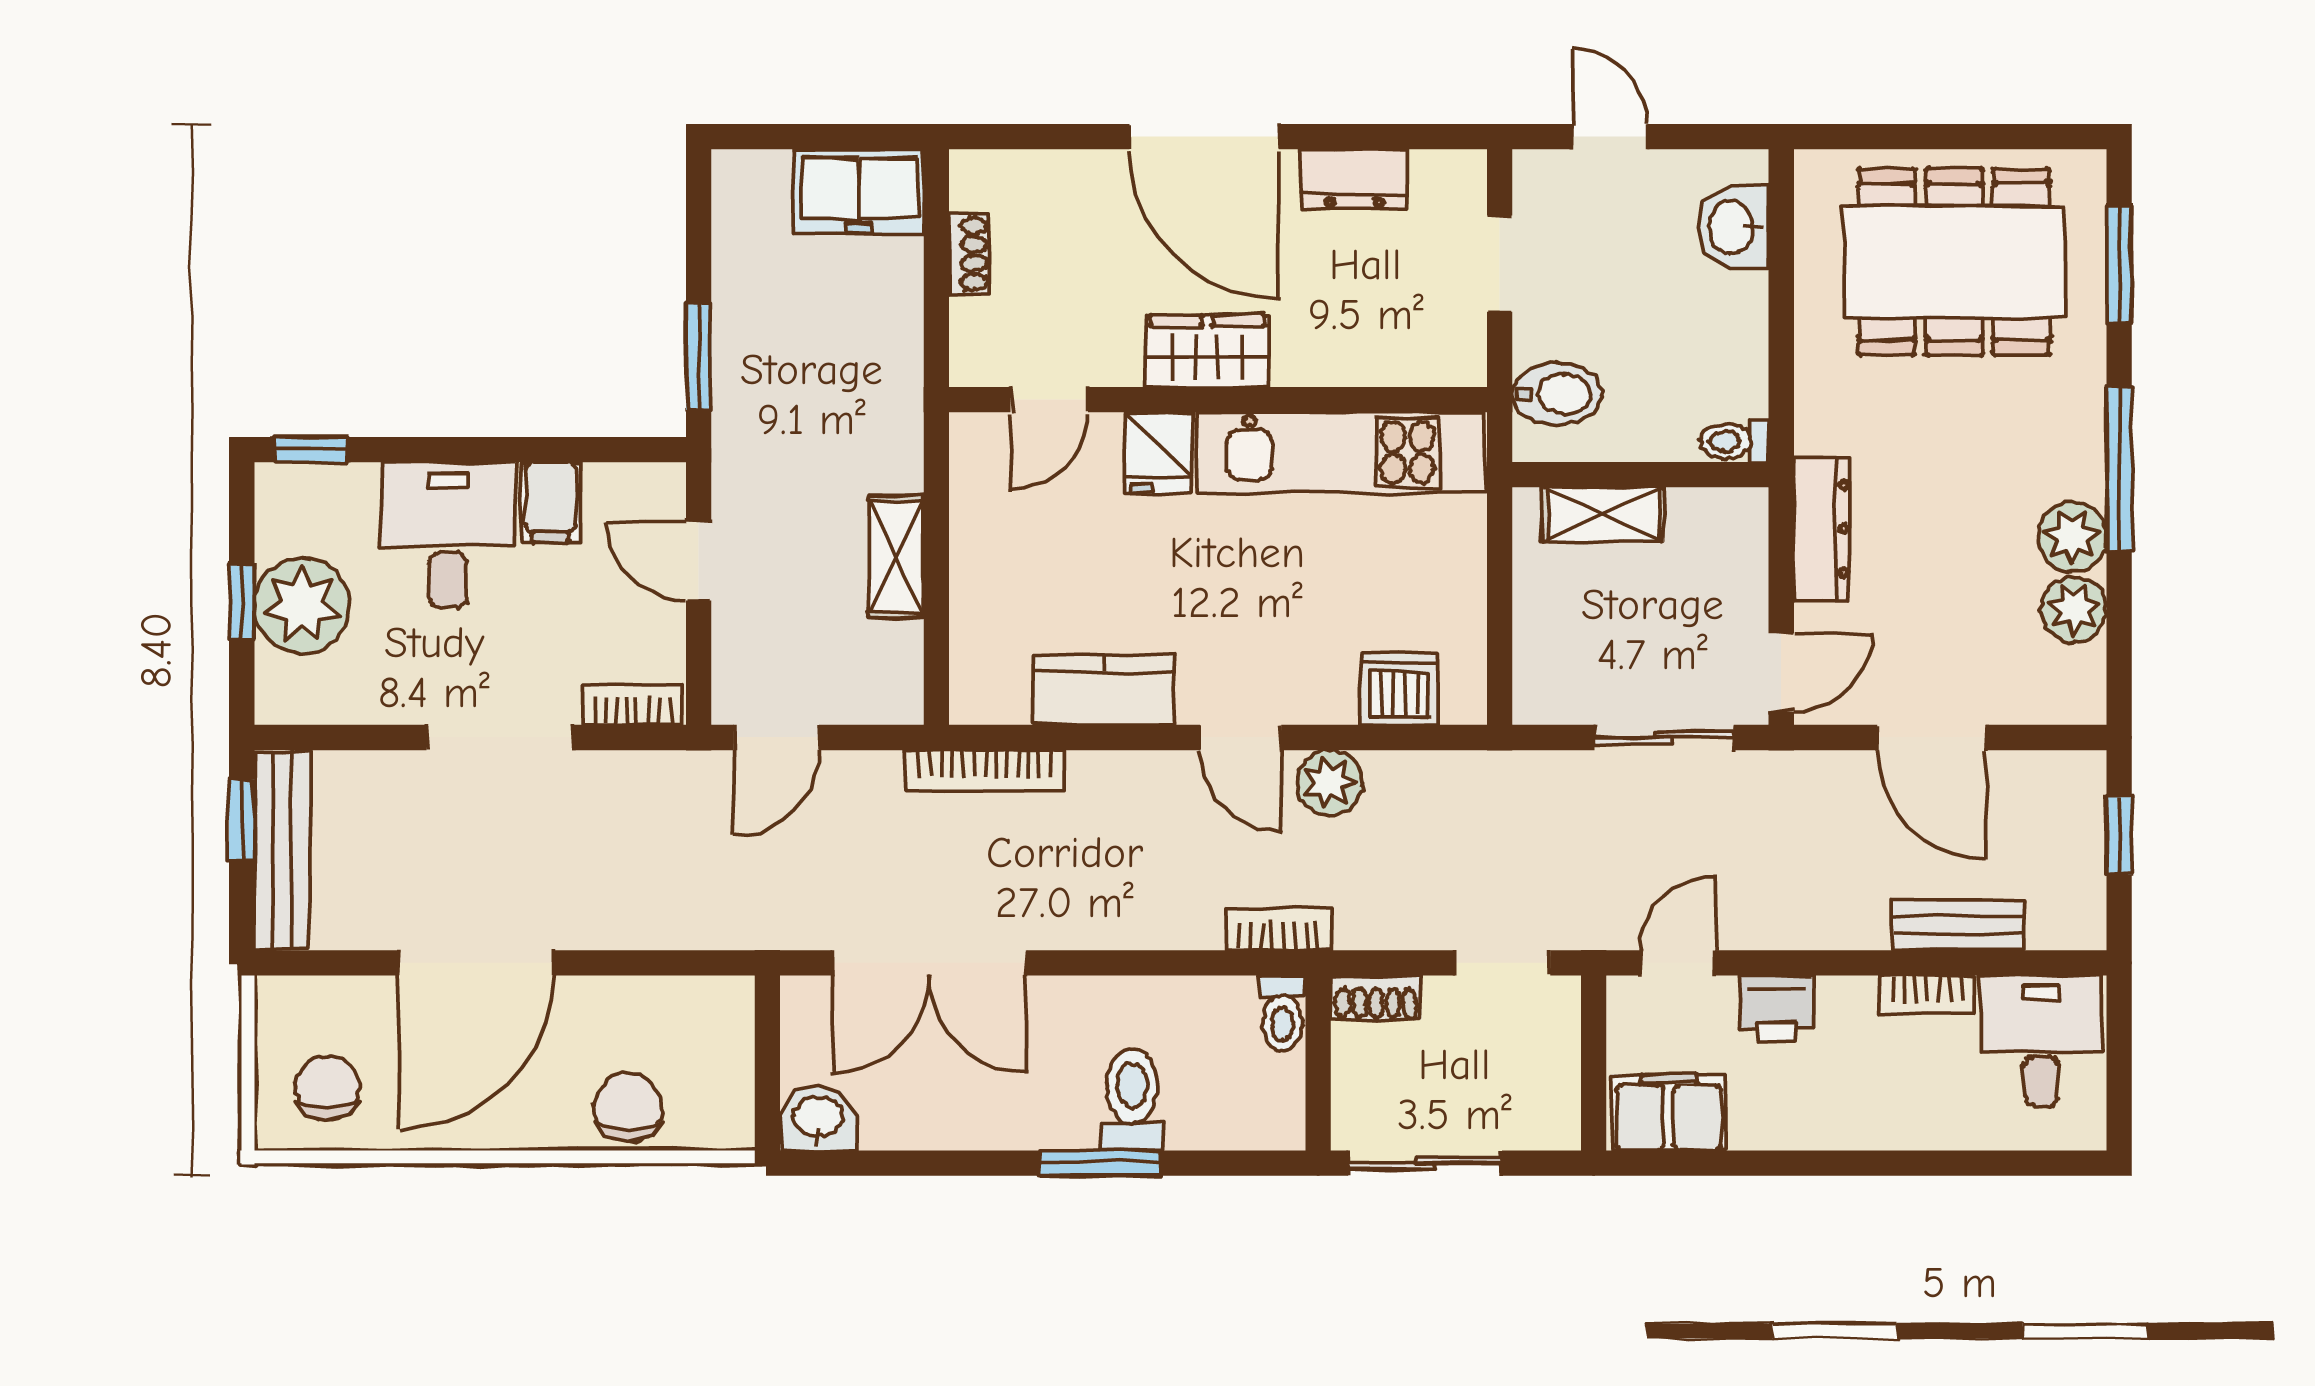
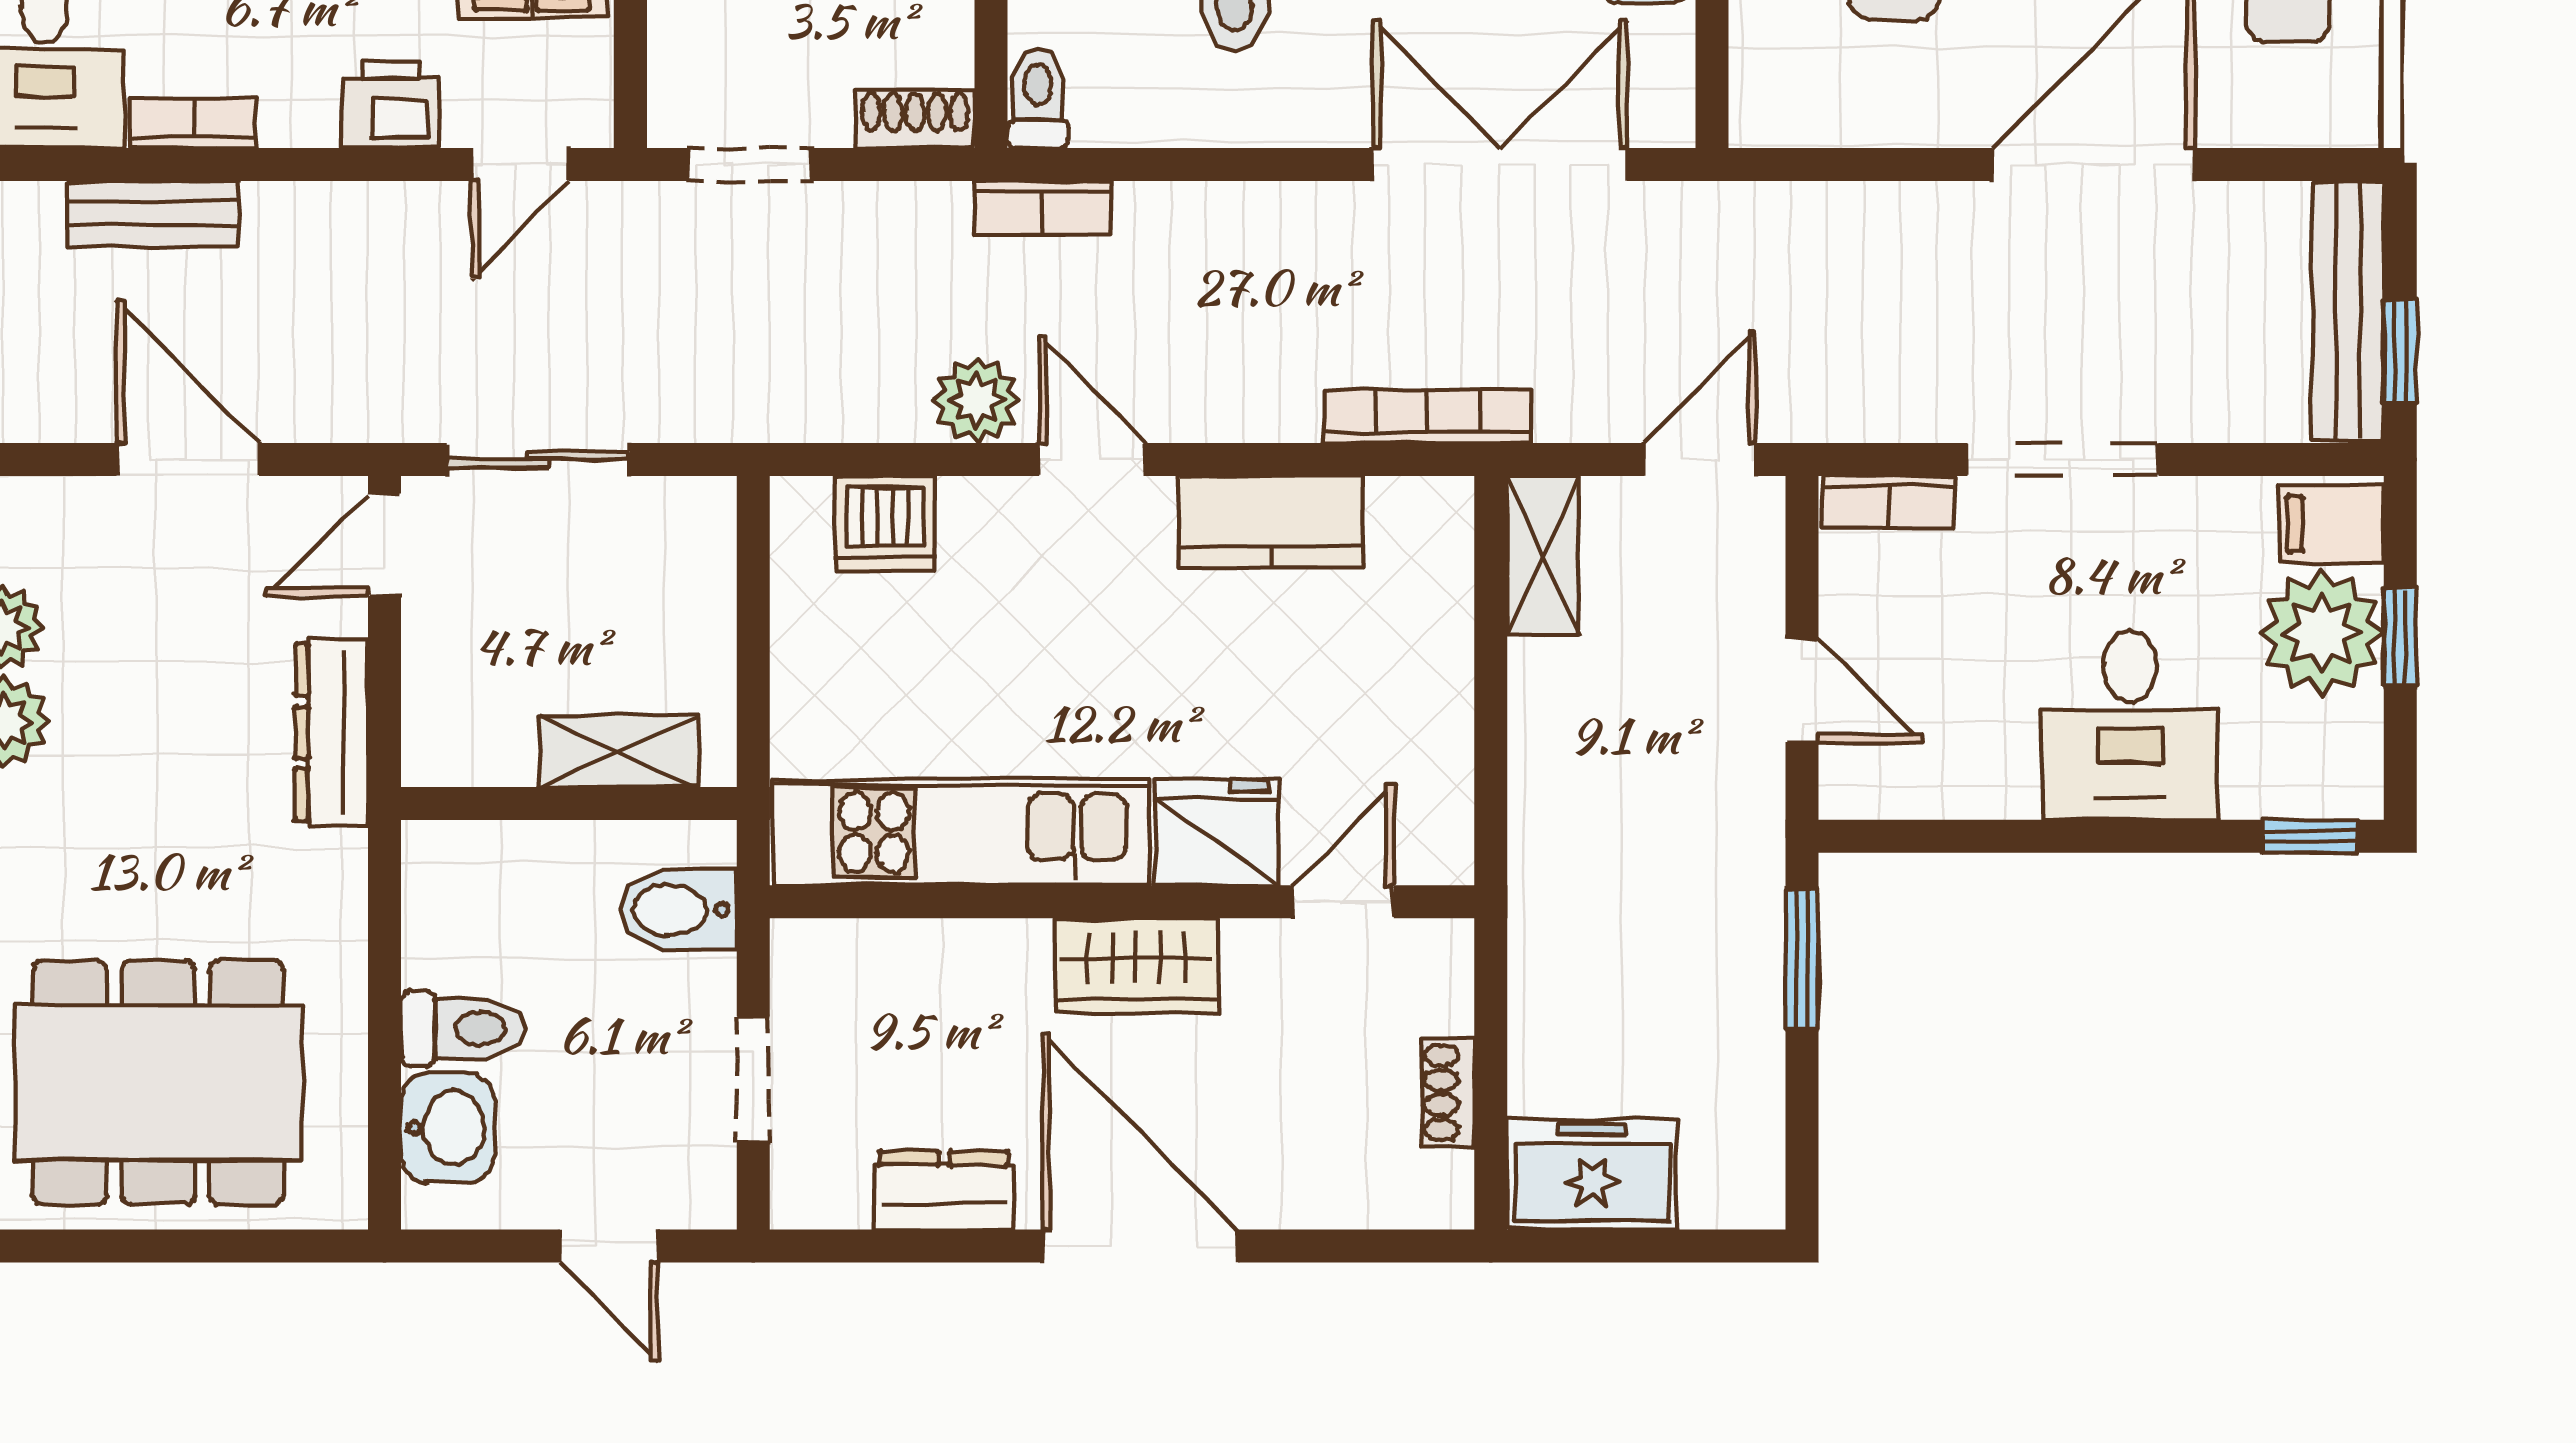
toilet: (1735, 441) -> (463, 1029), moved, width x1.37, depth x1.39
fridge: (1159, 453) -> (1217, 832), width x1.38
filing cabinet: (550, 502) -> (2331, 524), moved, turned -90
shelving: (896, 557) -> (1543, 556), moved

